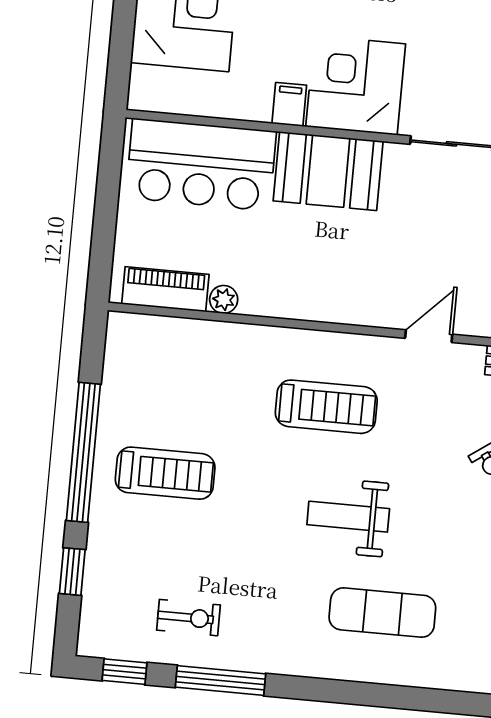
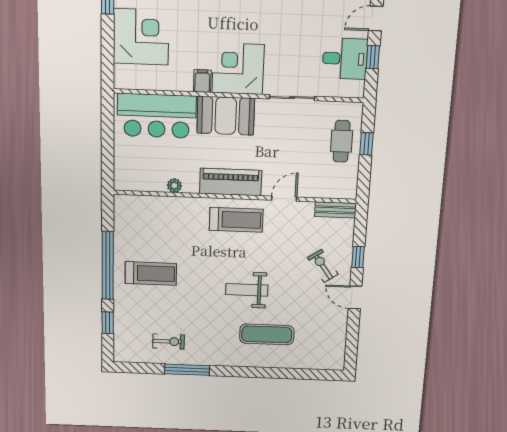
piano: (165, 289) -> (231, 182), moved, width x1.37, depth x1.33
treadmill: (326, 407) -> (236, 220), moved
window: (125, 672) -> (139, 368), removed

